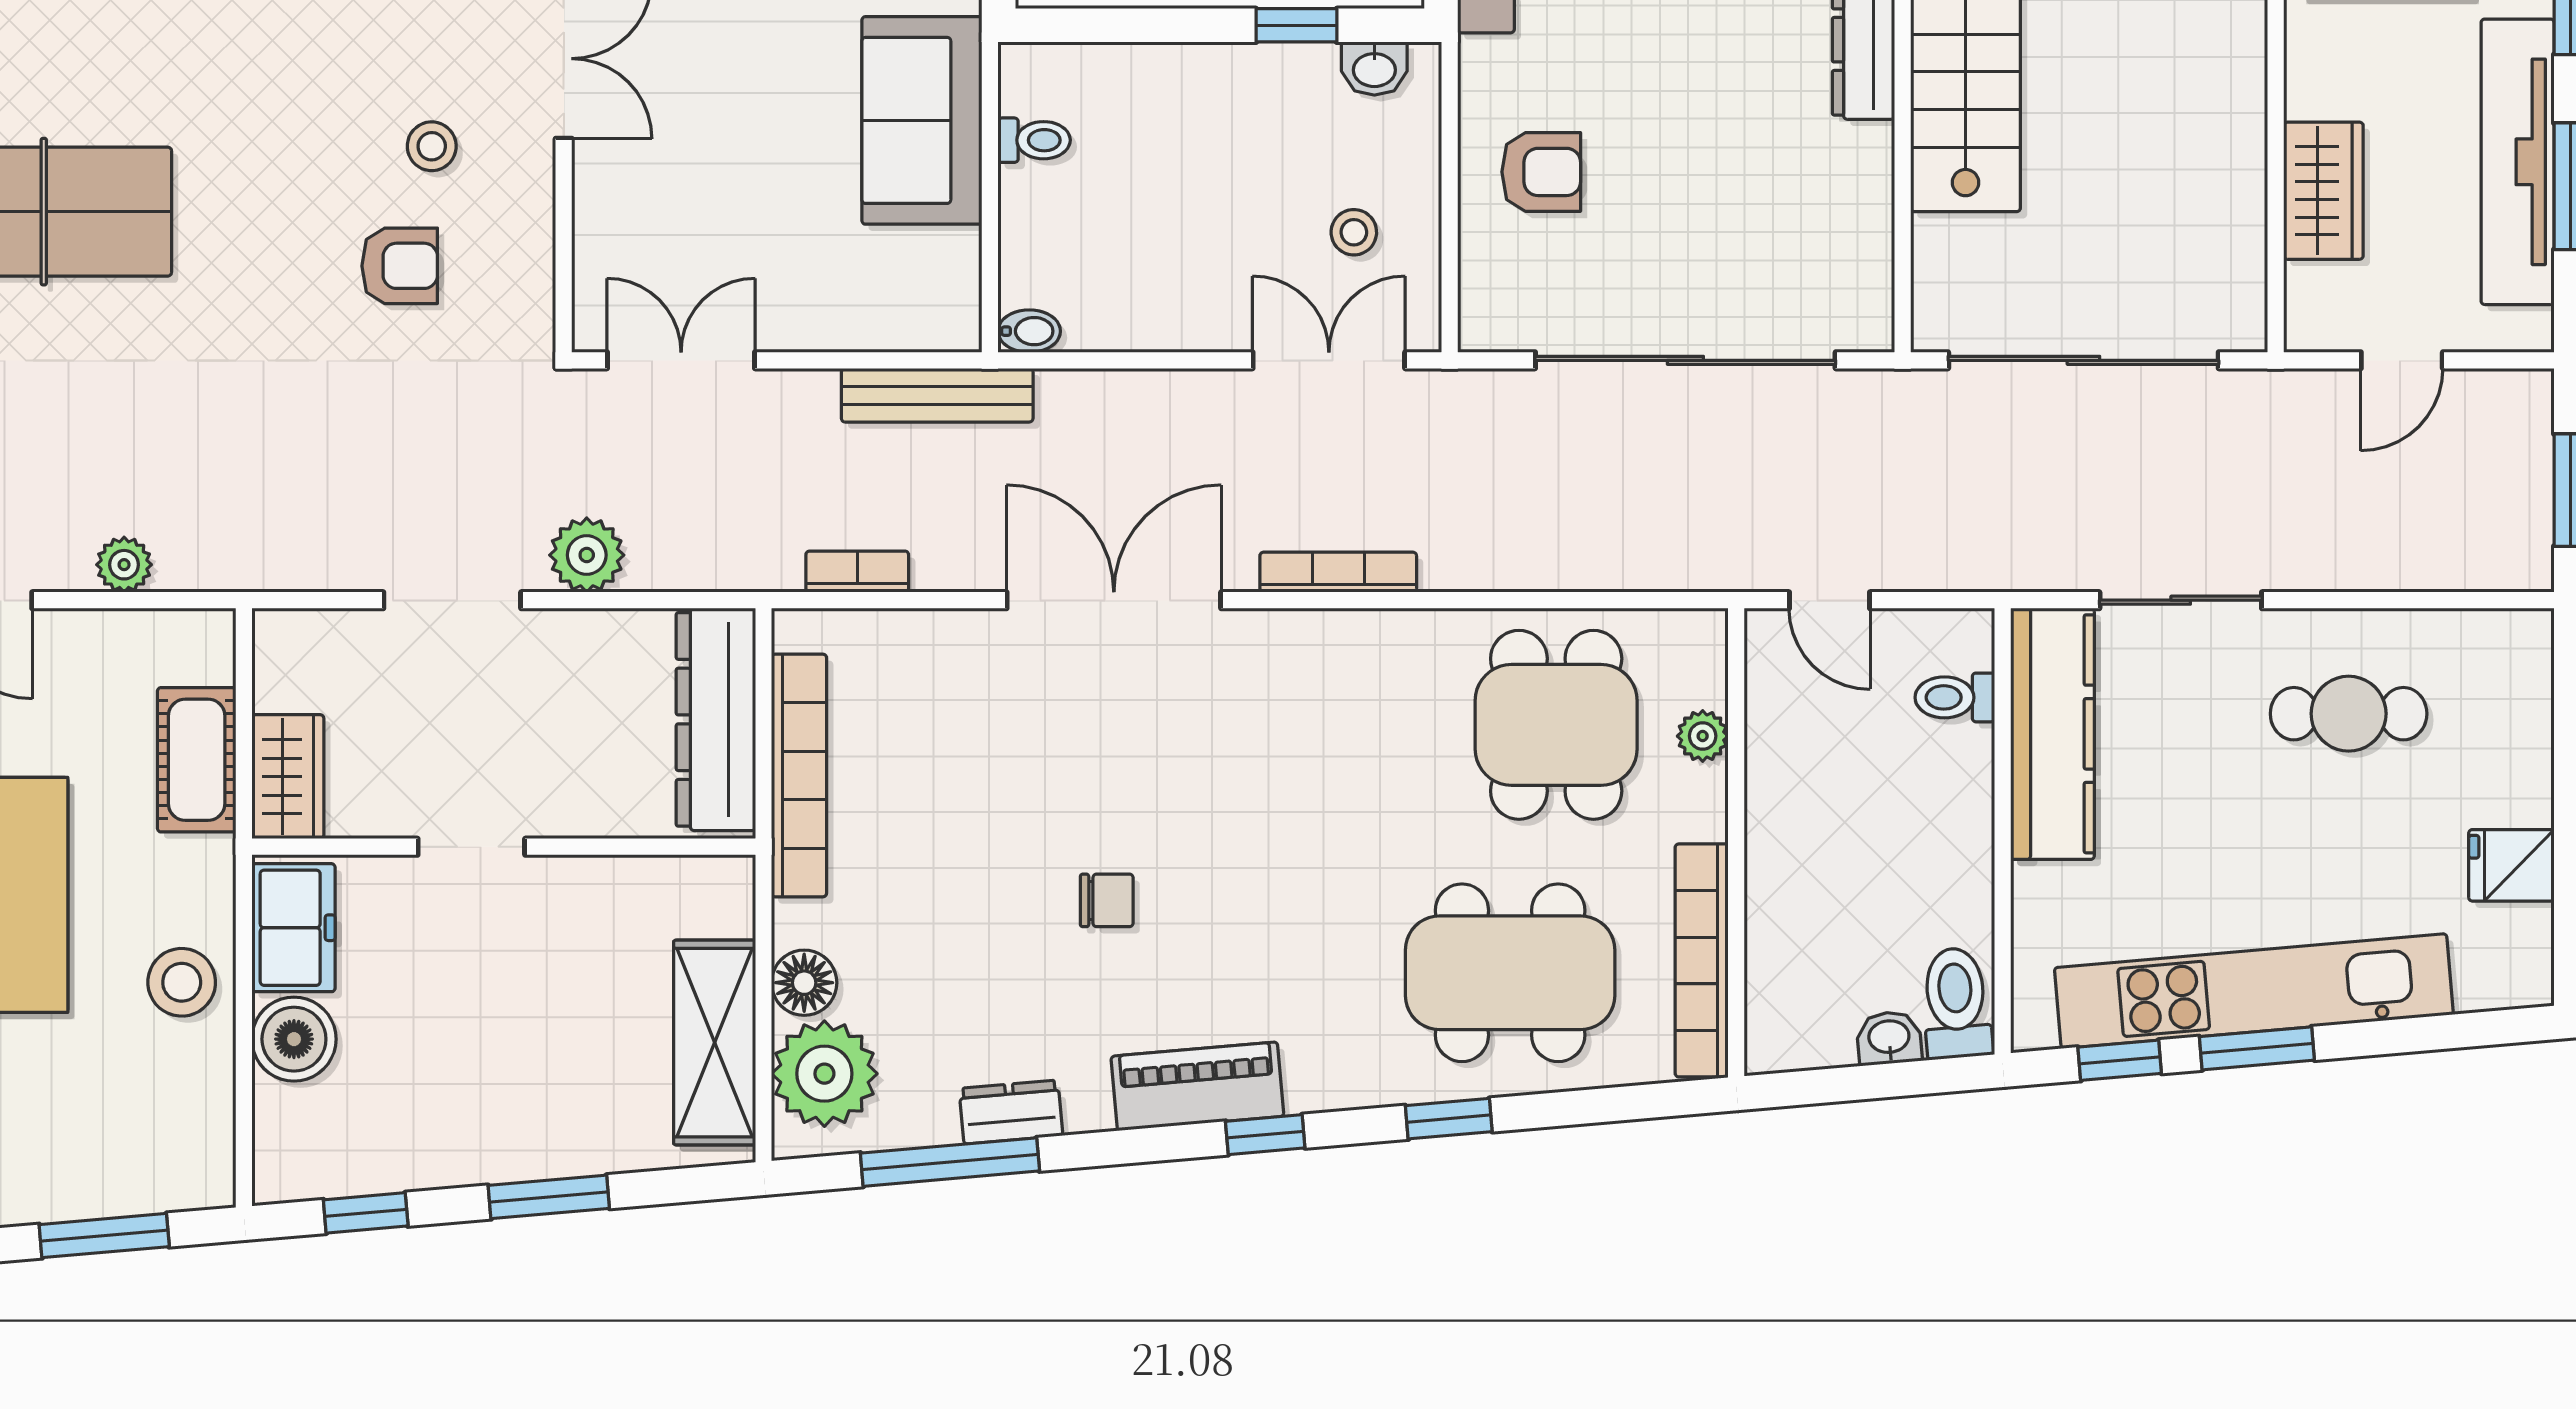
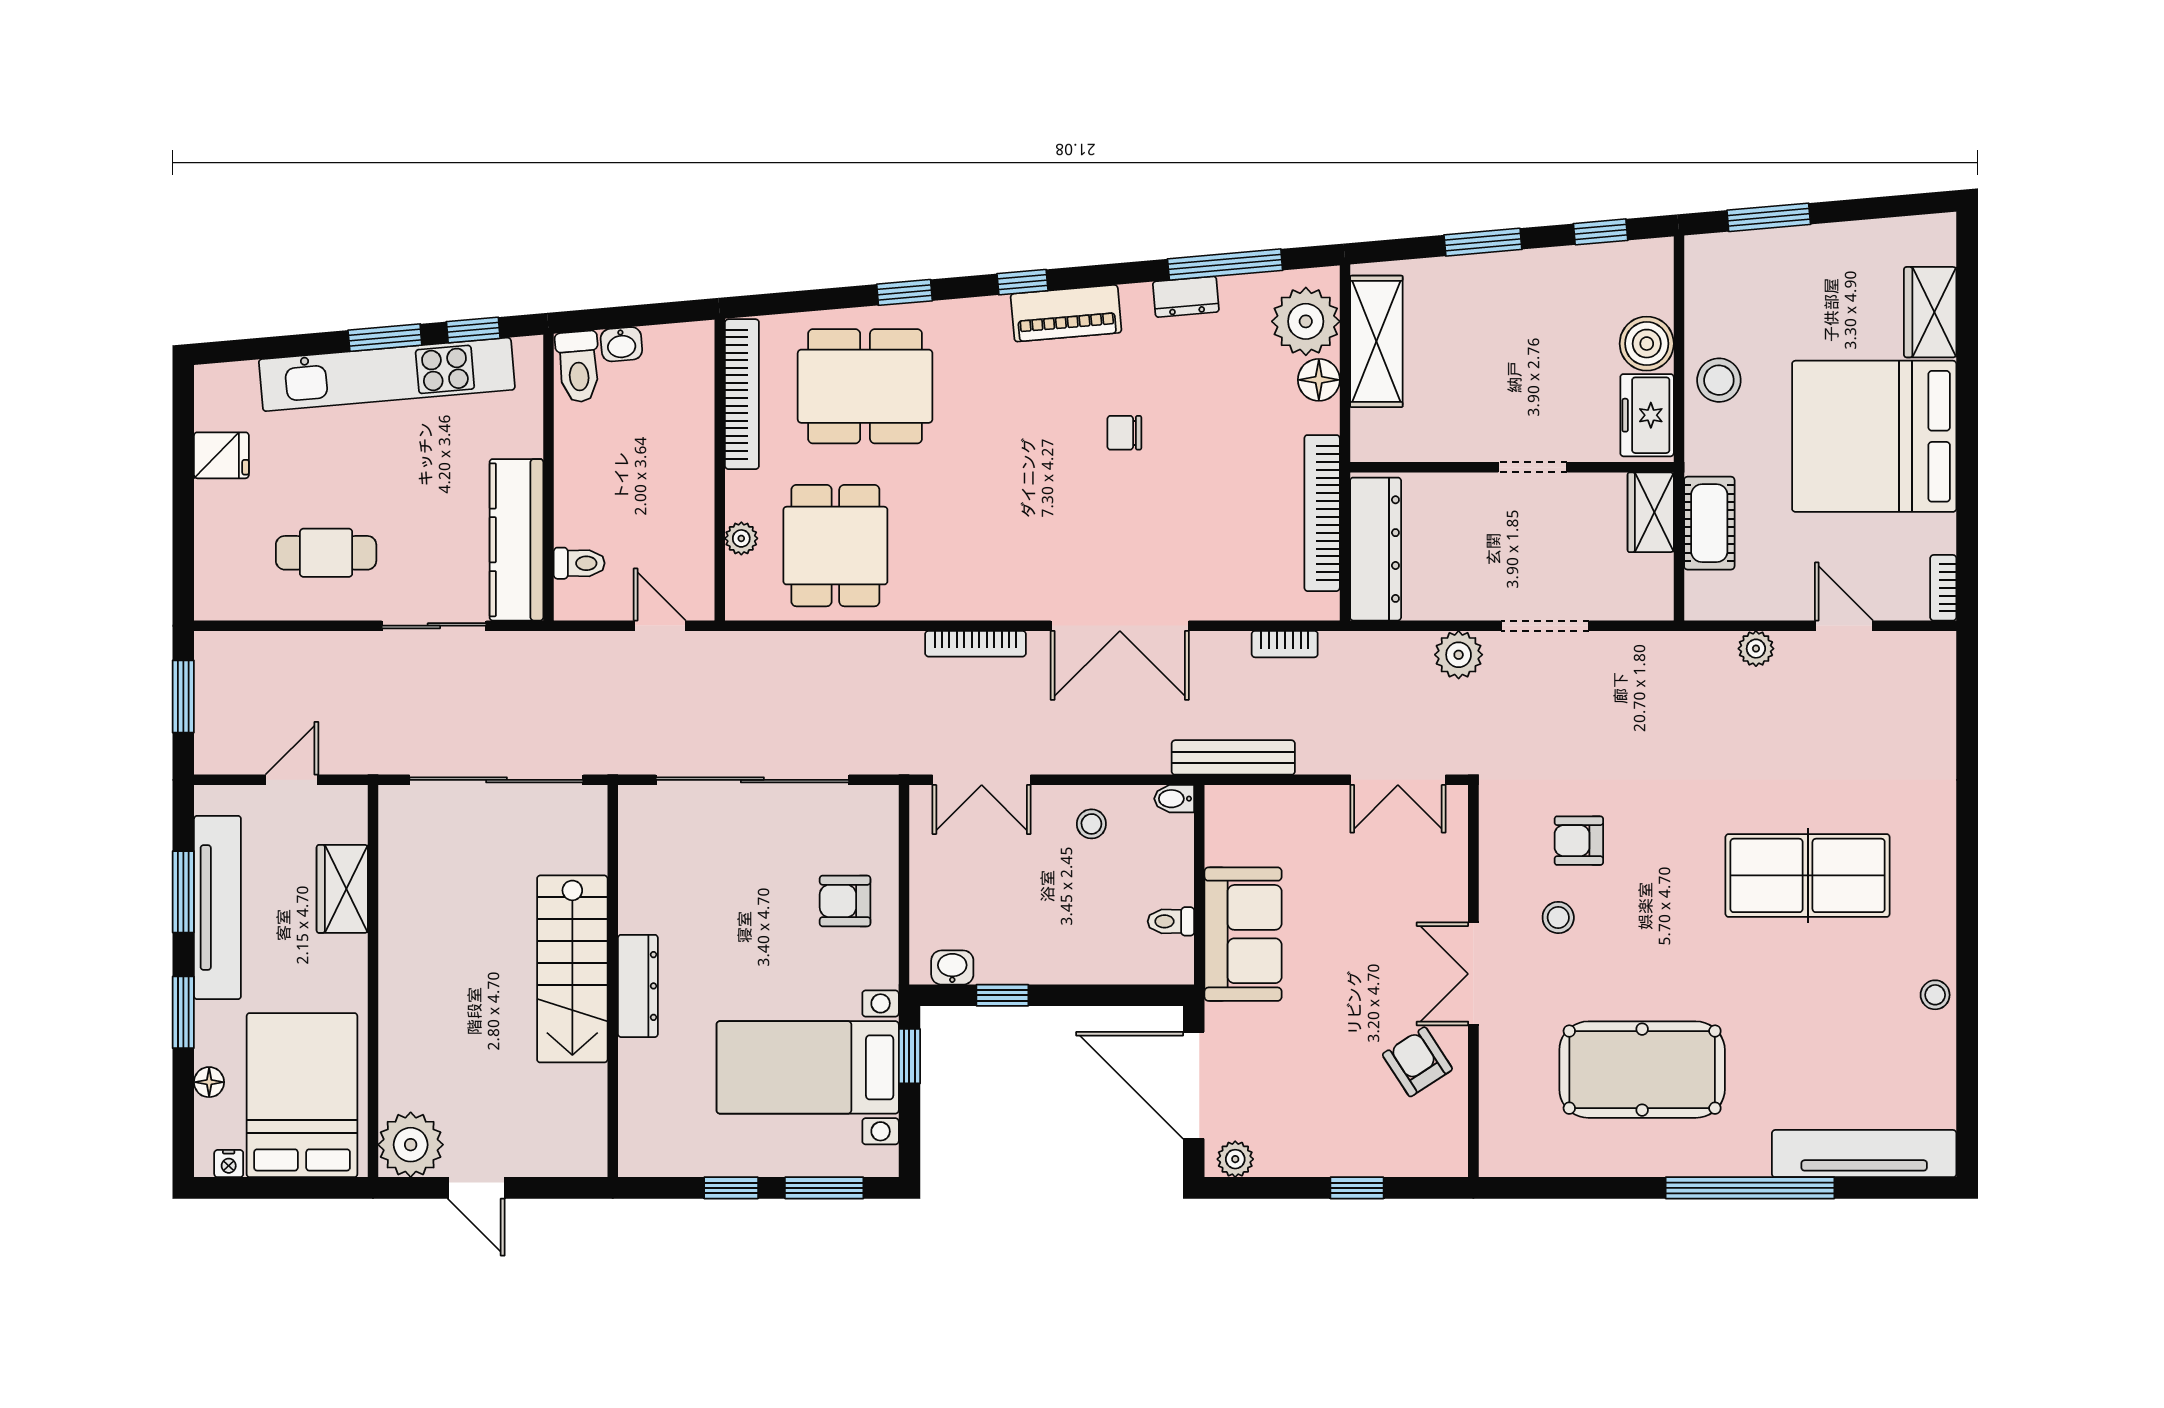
stool: (1354, 232) -> (1091, 824), moved

